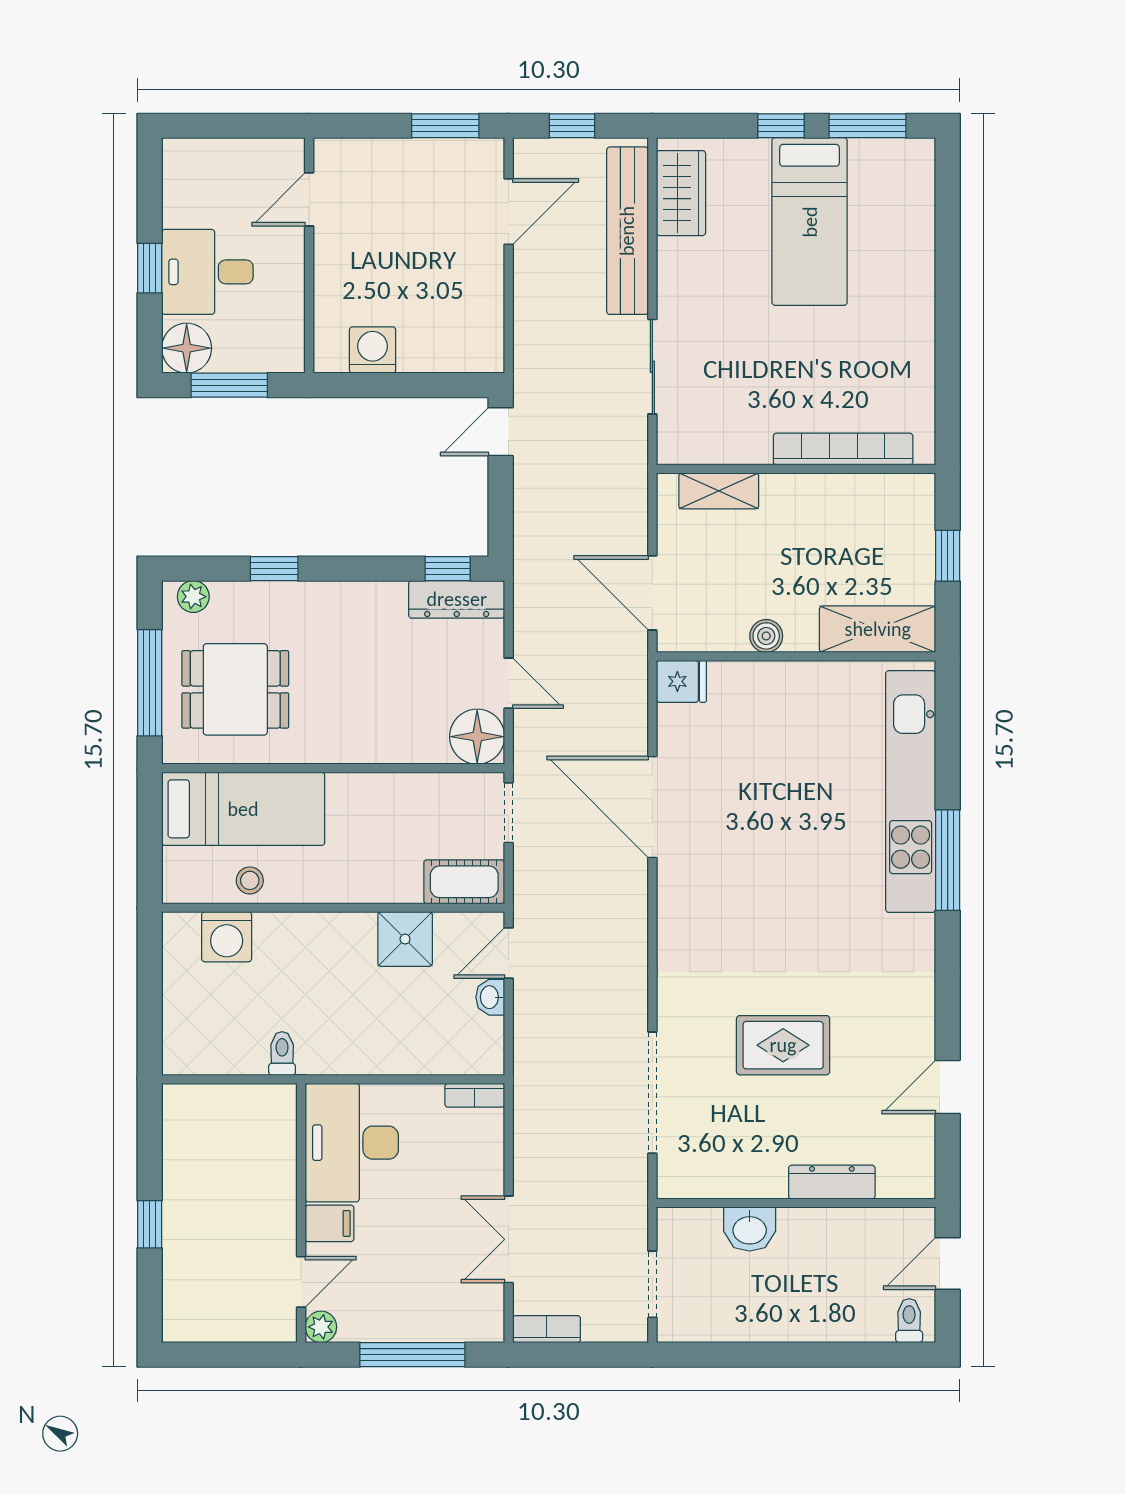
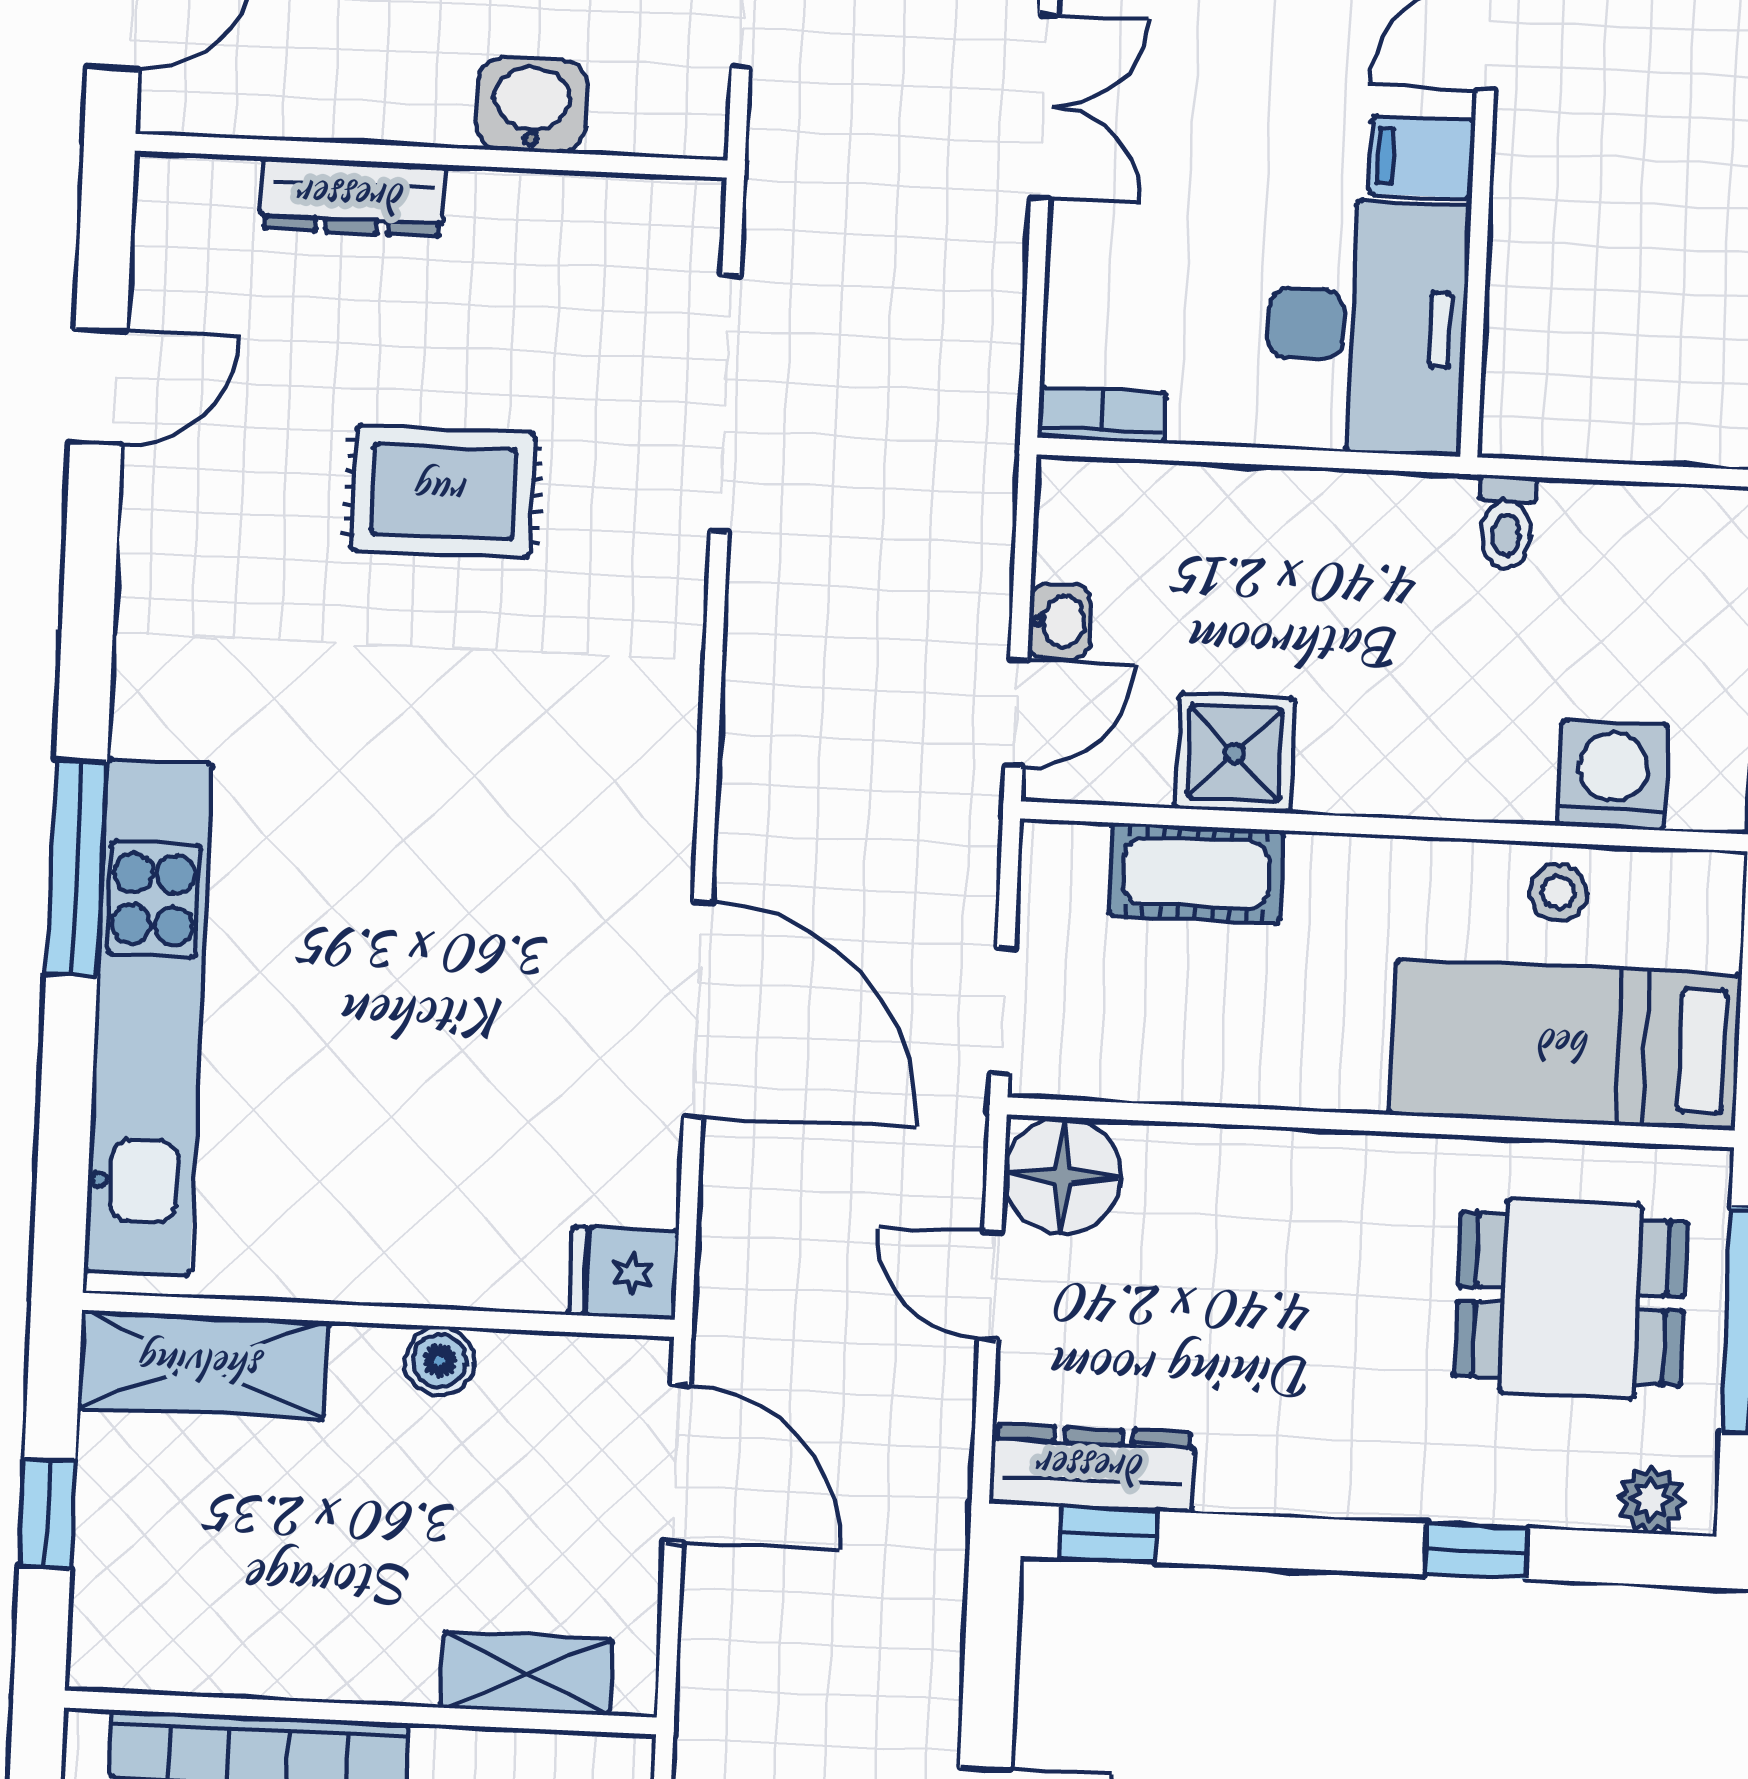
cot: (464, 882) -> (1196, 873), moved

